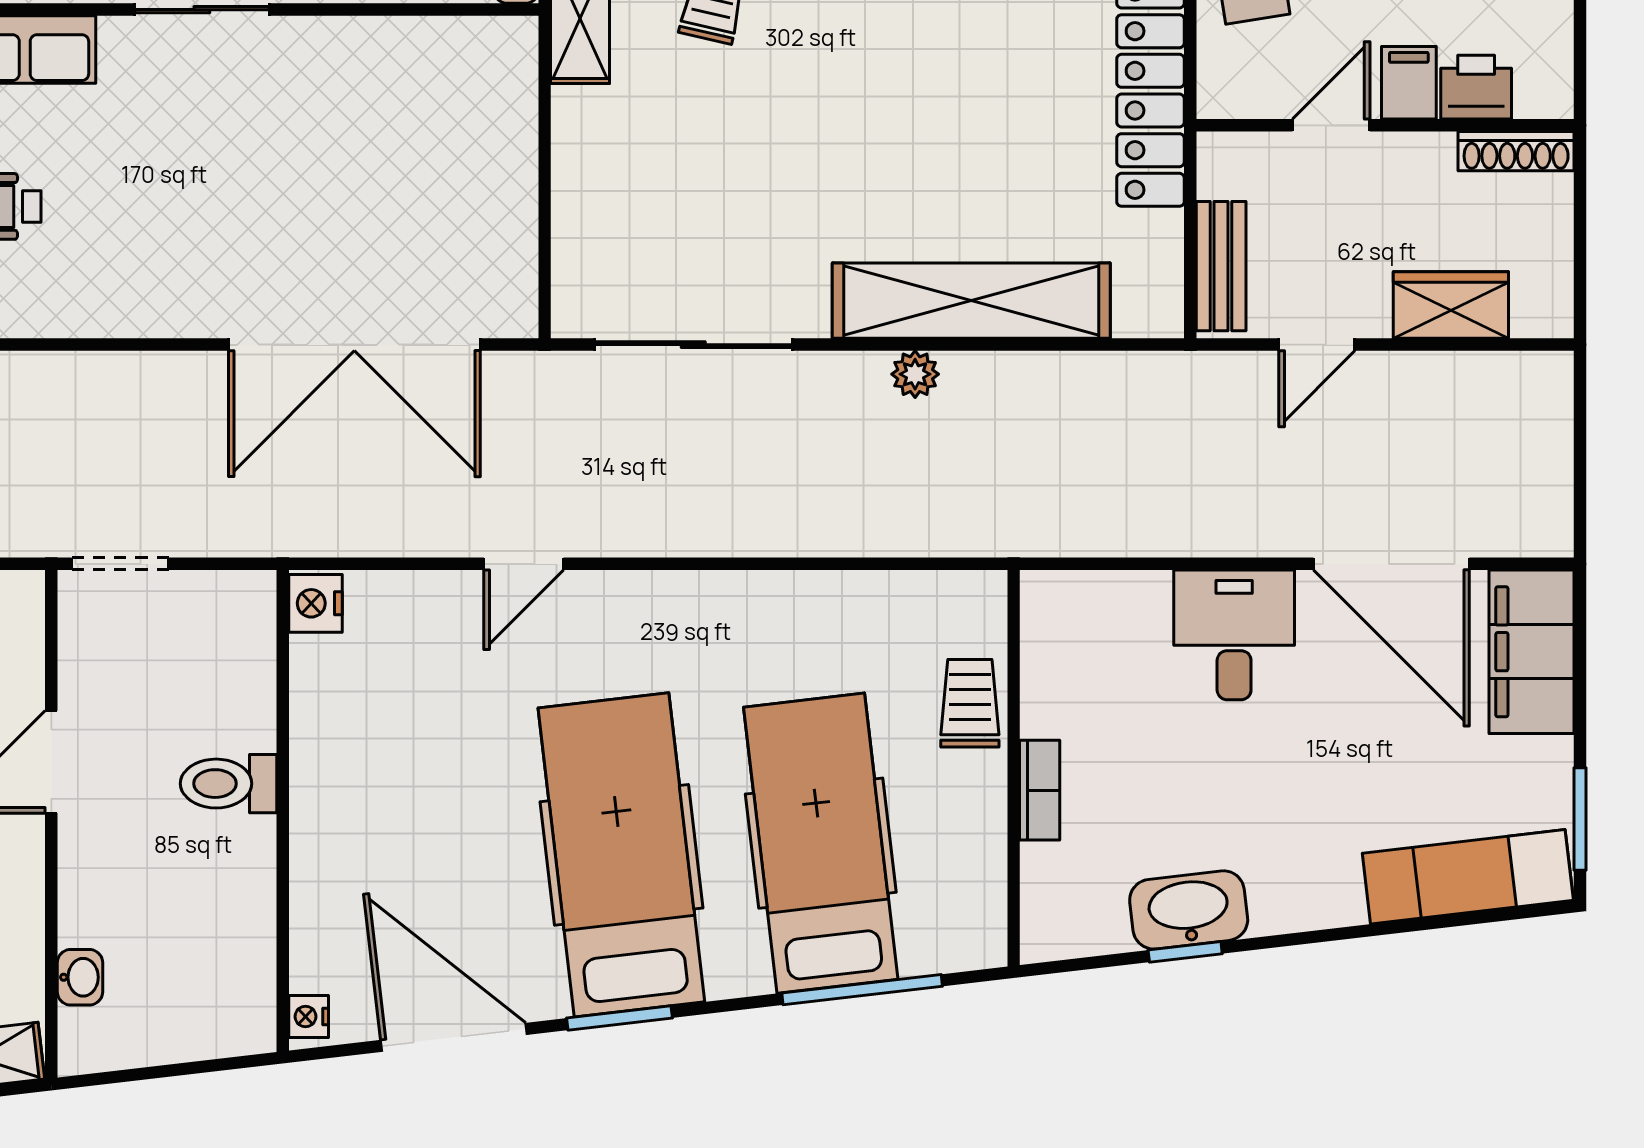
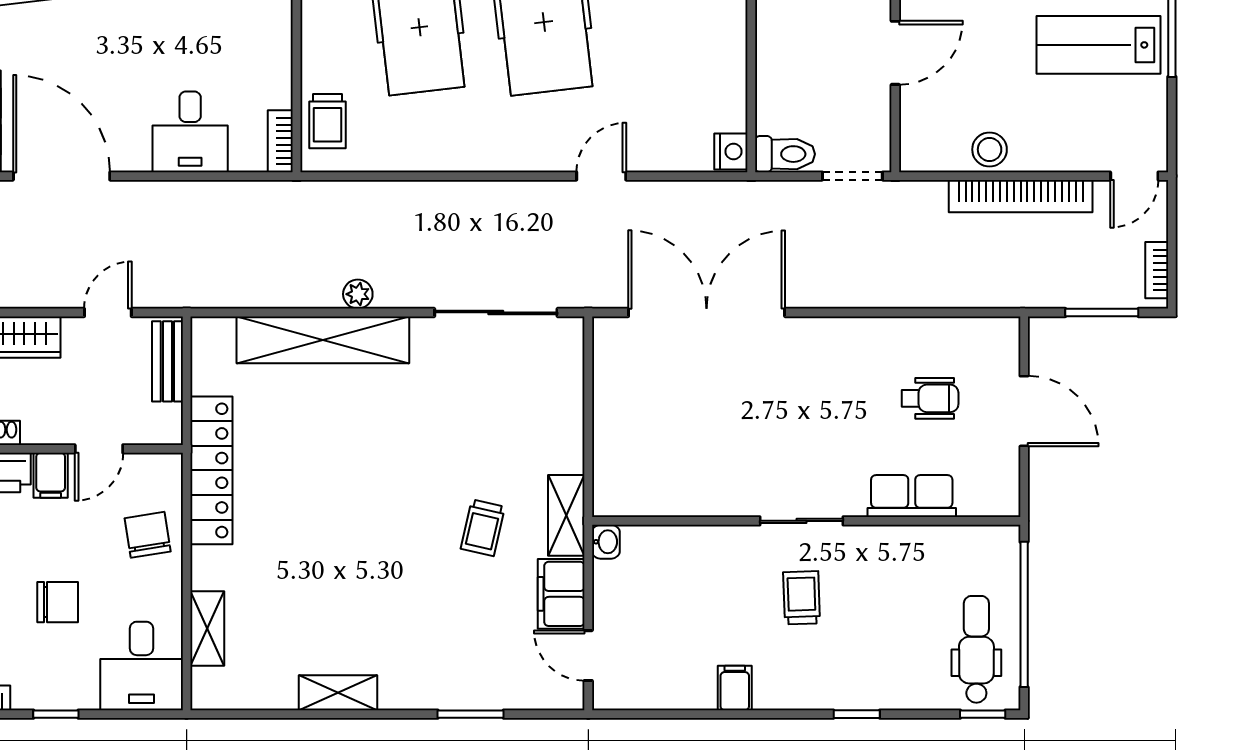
desk: (1234, 635) -> (190, 132), moved
trolley: (970, 703) -> (327, 121), moved
toilet: (229, 784) -> (785, 154), moved
bookcase: (1040, 790) -> (280, 141), moved

